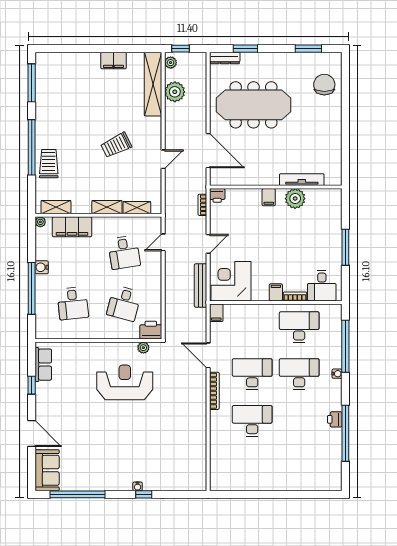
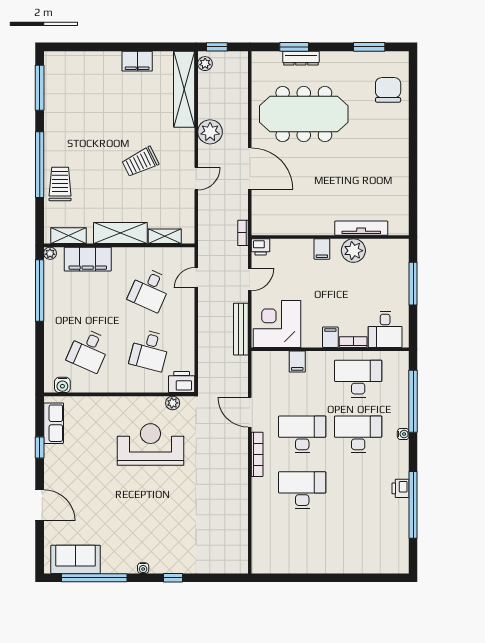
dresser: (225, 58) -> (301, 58), moved
plant: (175, 92) -> (210, 132), moved
tv unit: (302, 180) -> (361, 228), moved
wall: (276, 187) -> (330, 237), moved
printer: (217, 195) -> (261, 247), moved
filing cabinet: (269, 197) -> (322, 249), moved
plant: (295, 199) -> (353, 251), moved
shelving: (107, 207) -> (120, 233), width x1.50, depth x1.33
desk: (124, 252) -> (150, 290), turned 33
water cooler: (42, 267) -> (62, 385), moved, turned -90
window: (32, 288) -> (40, 290), moved
desk: (73, 303) -> (89, 350), turned 30
filing cabinet: (216, 313) -> (297, 361), moved
sofa: (47, 470) -> (76, 559), moved, turned -90
water cooler: (138, 486) -> (143, 568), moved

